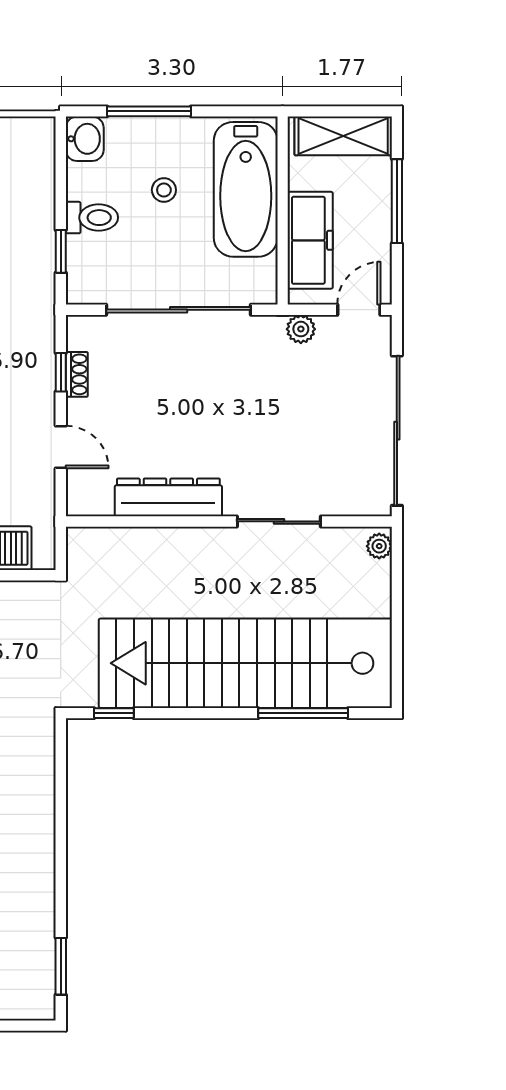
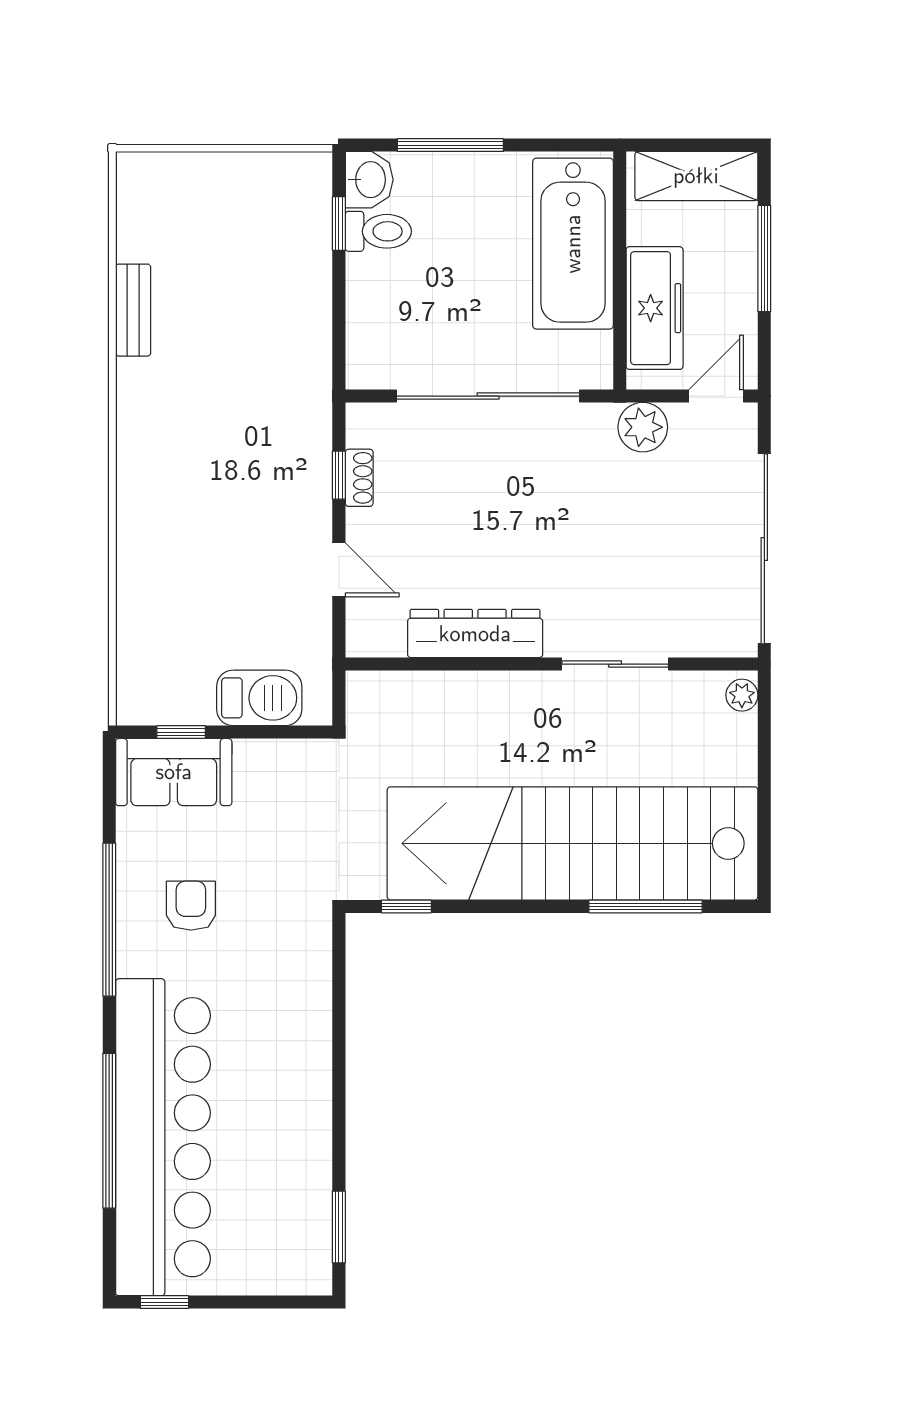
stool: (164, 190) -> (469, 245), removed
toilet: (92, 218) -> (378, 231), moved
window: (61, 251) -> (339, 224), moved
plant: (301, 329) -> (643, 427), width x1.38, depth x1.38

